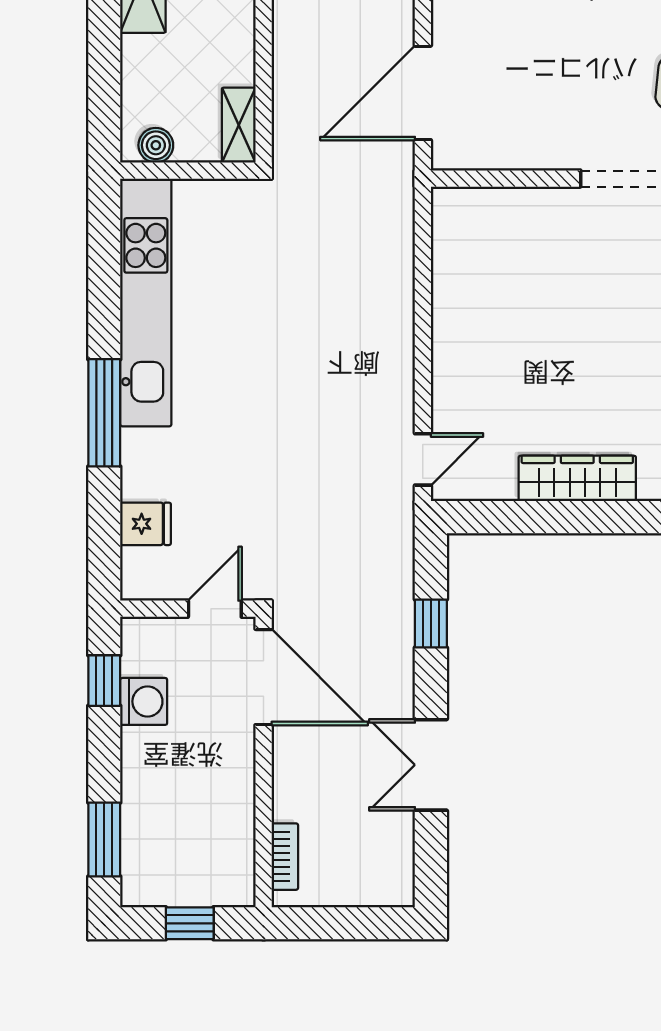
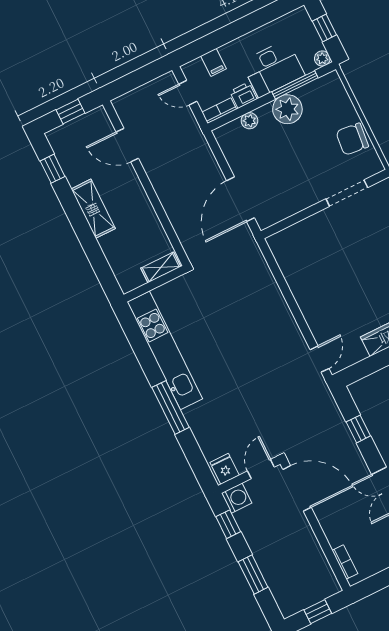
shelving: (239, 125) -> (161, 267), moved, turned 90
boiler: (156, 145) -> (135, 280), removed
fridge: (146, 524) -> (225, 469), moved, turned -90
washing machine: (144, 701) -> (237, 498), moved
window: (104, 839) -> (253, 574), moved

